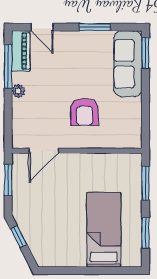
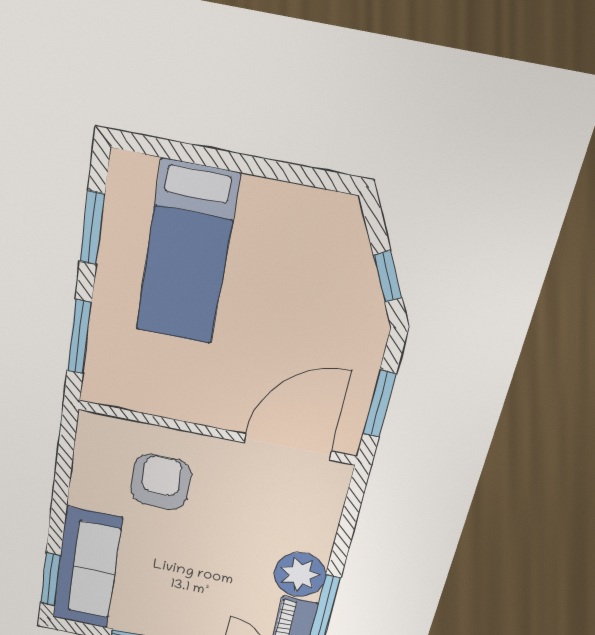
plant: (18, 91) -> (300, 575), width x1.88, depth x1.88
armchair: (85, 112) -> (161, 482), moved
door: (44, 151) -> (288, 447), width x1.36

